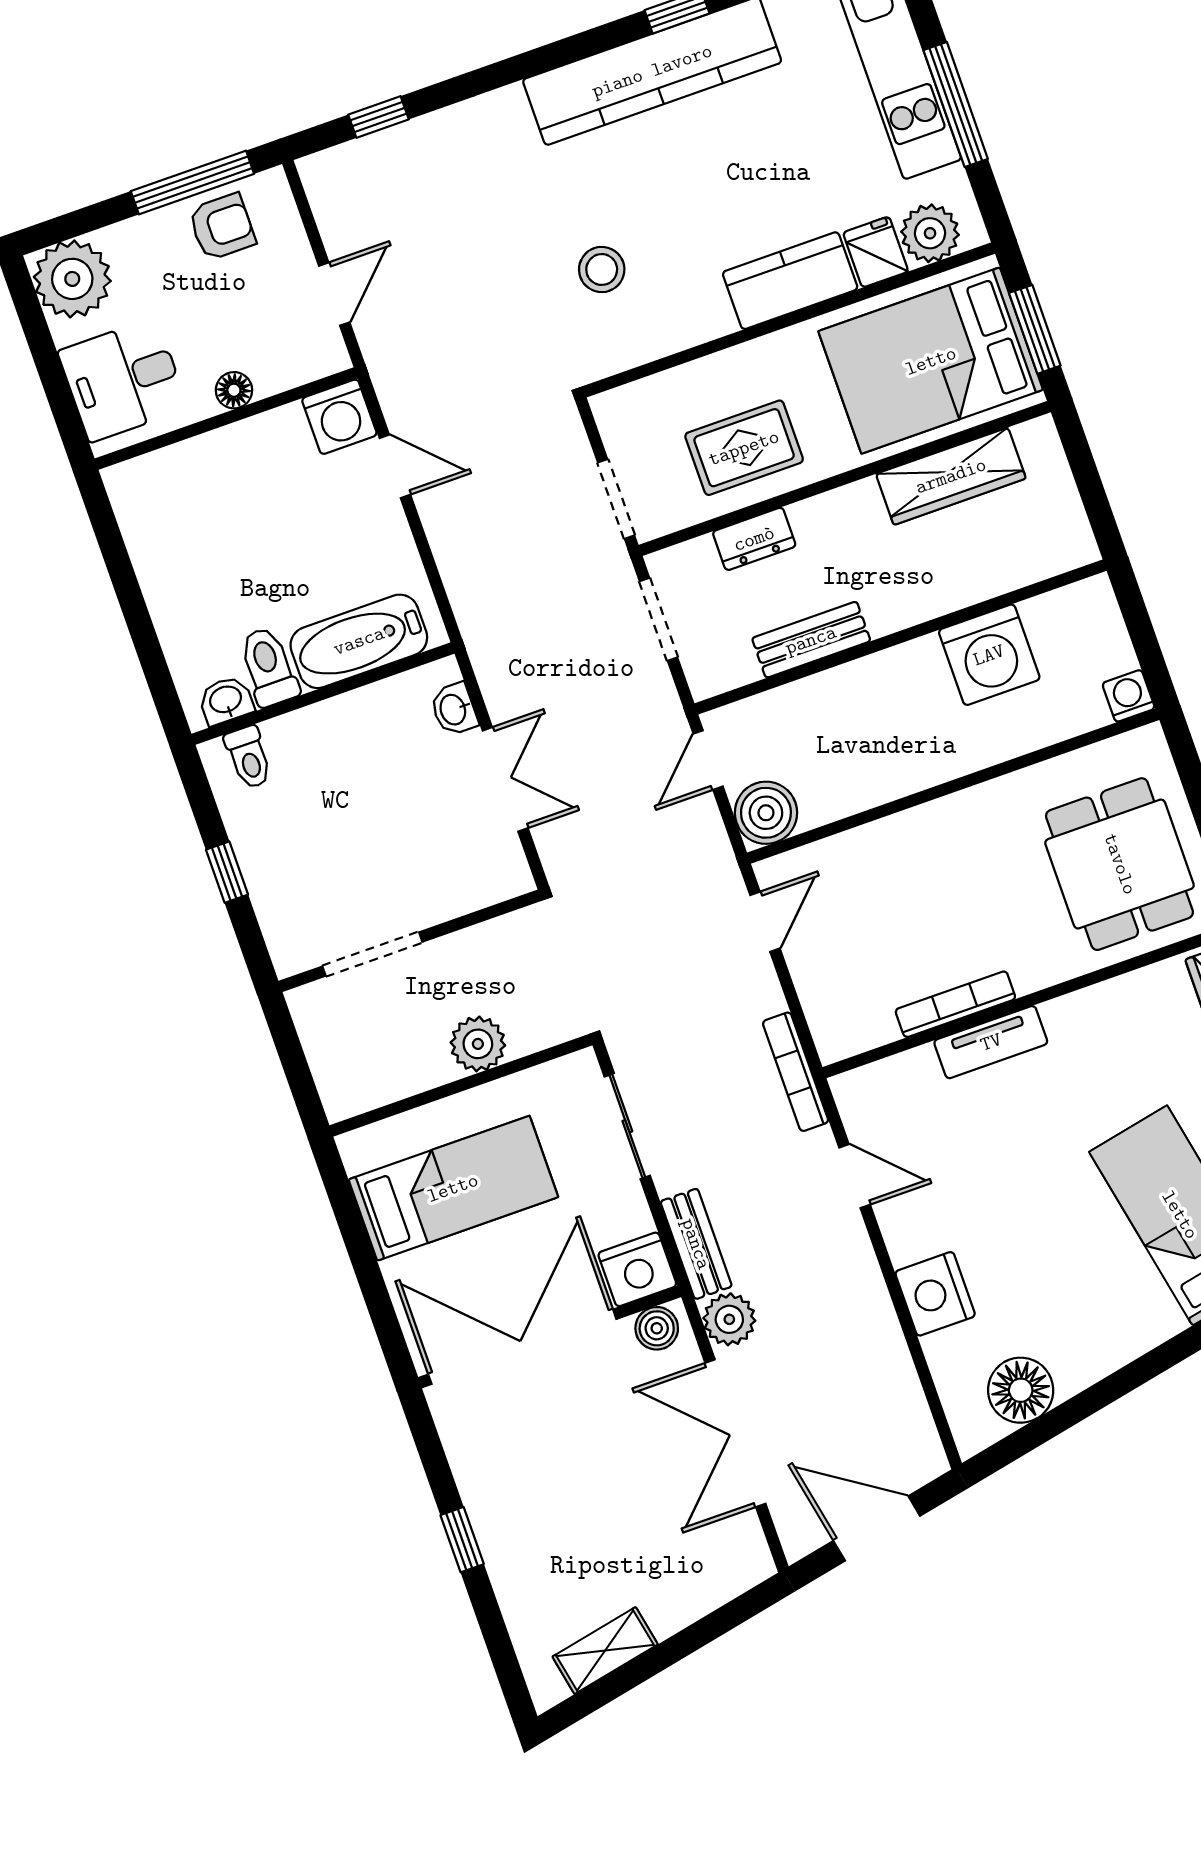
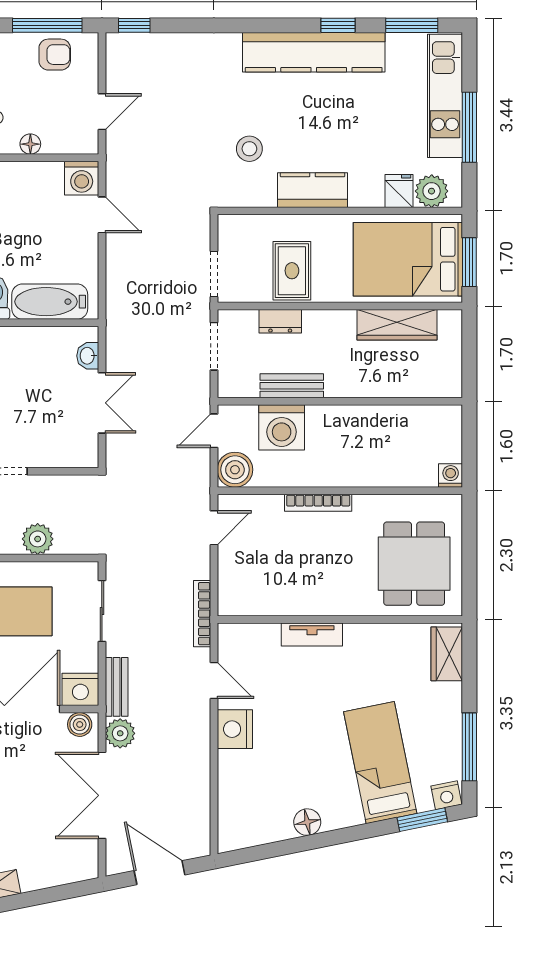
window: (378, 117) -> (134, 25), moved
kitchen counter: (790, 281) -> (312, 190), moved
rug: (744, 448) -> (292, 271), turned 90
washing machine: (989, 655) -> (282, 427), moved
bookcase: (955, 1004) -> (318, 503), moved, turned 180
nightstand: (935, 1294) -> (235, 729), moved
floor lamp: (1021, 1390) -> (307, 822), moved, width x0.73, depth x0.73

